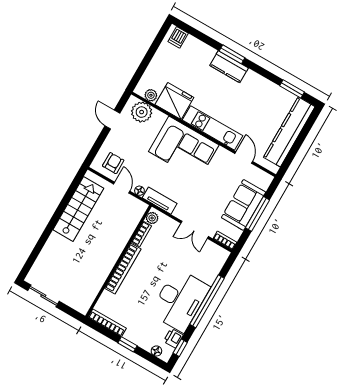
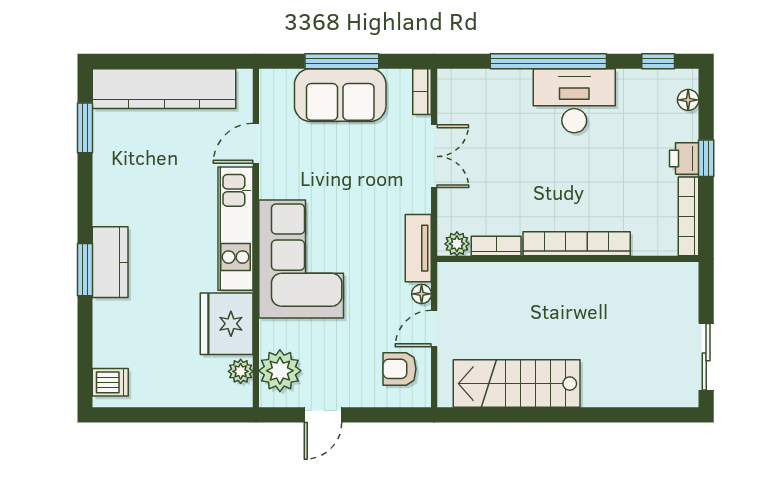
desk: (180, 300) -> (574, 101), width x0.73, depth x0.77
printer: (173, 338) -> (684, 159), moved, turned 90

